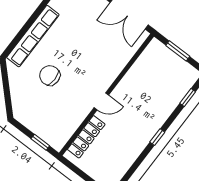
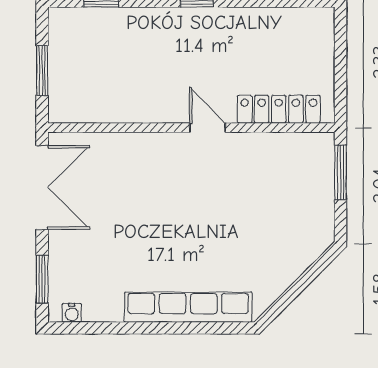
chair: (50, 75) -> (228, 236), removed
window: (40, 142) -> (340, 172), width x1.50

